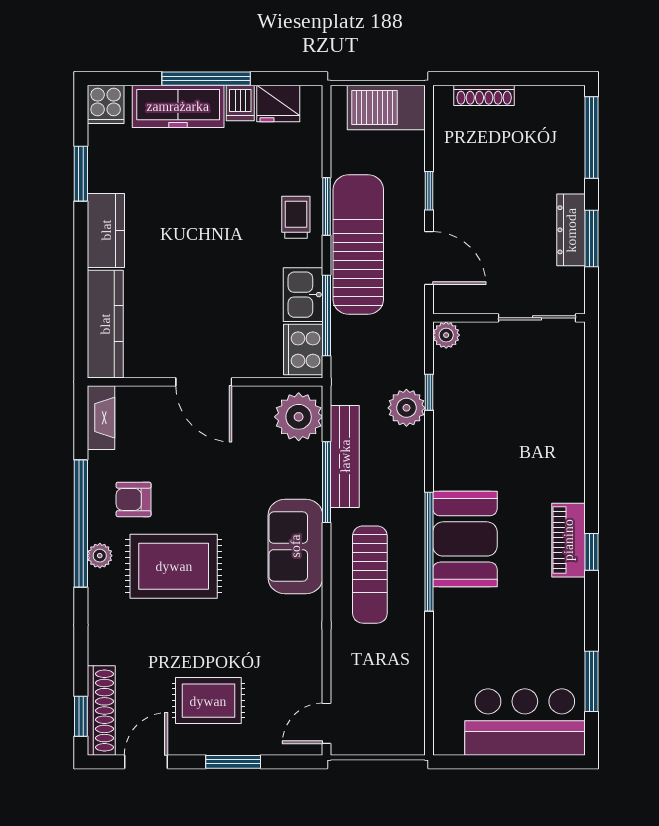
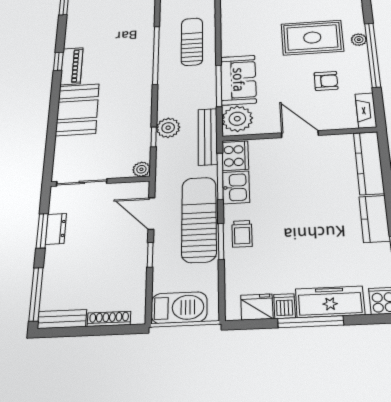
bench: (551, 98) -> (62, 319), added
dresser: (571, 230) -> (56, 229), width x0.70
sun lounger: (358, 245) -> (199, 219), turned 180
bench: (345, 456) -> (208, 137), moved
armchair: (134, 499) -> (326, 81), moved
booth: (465, 539) -> (77, 110), moved
sofa: (295, 546) -> (238, 80), moved

